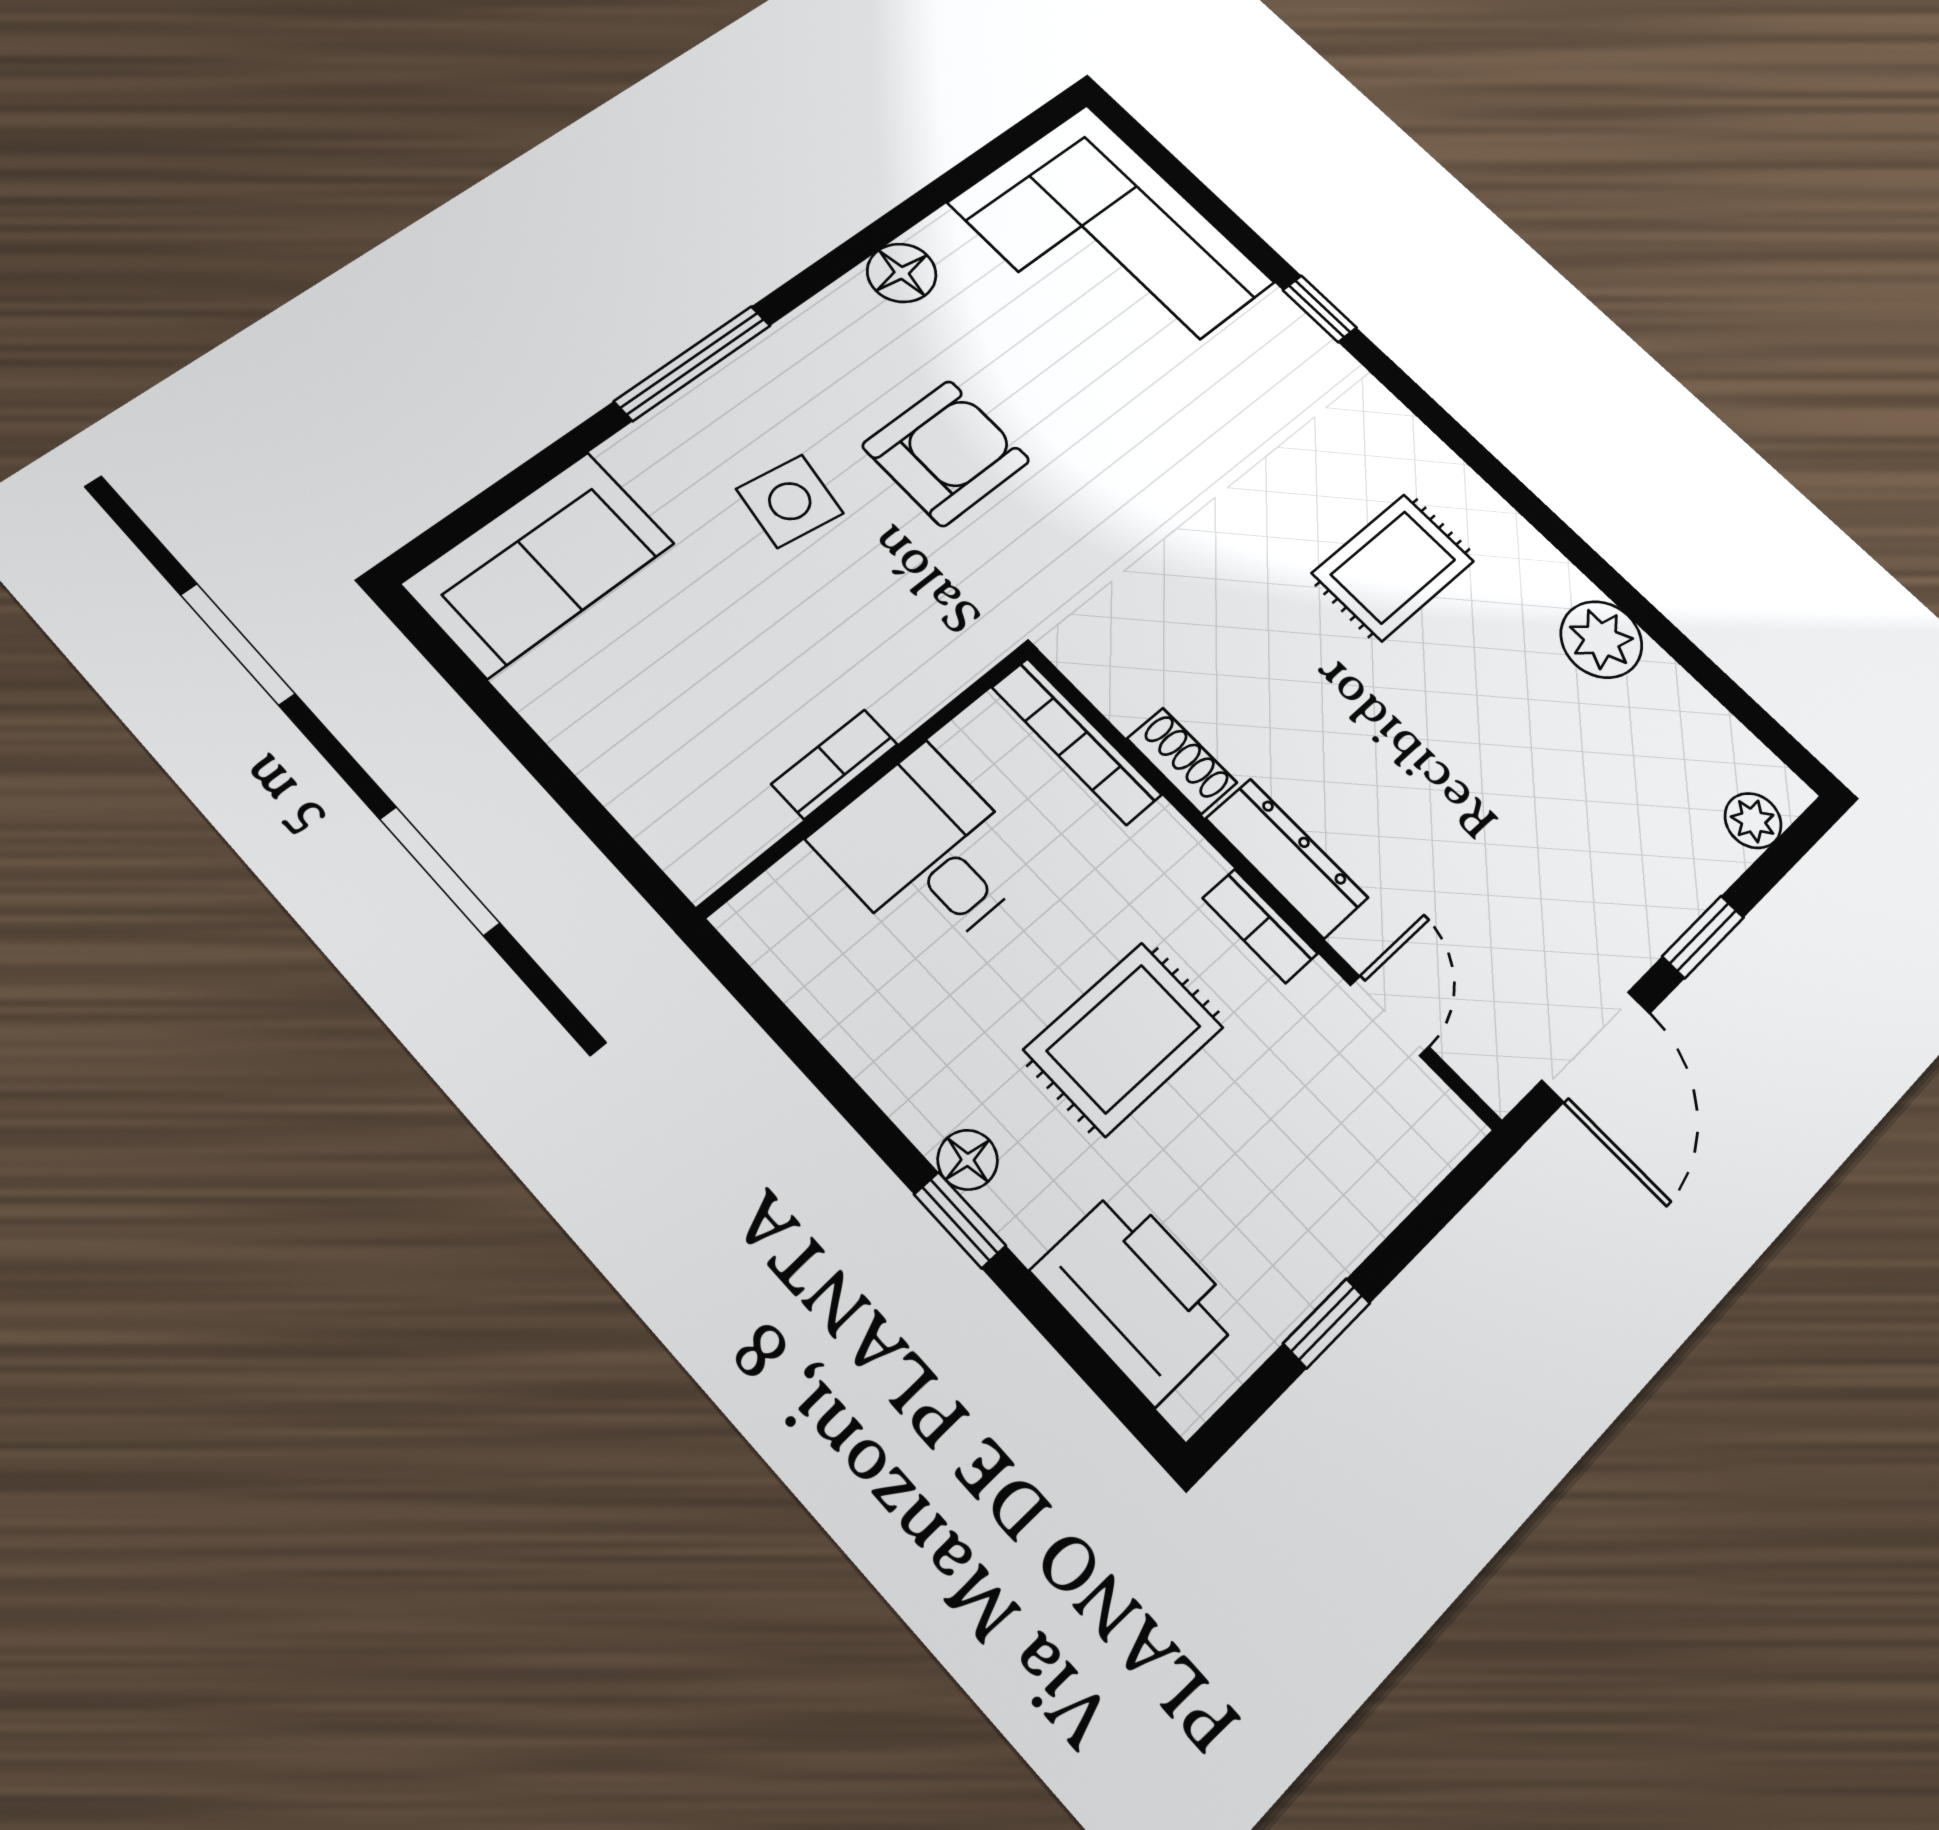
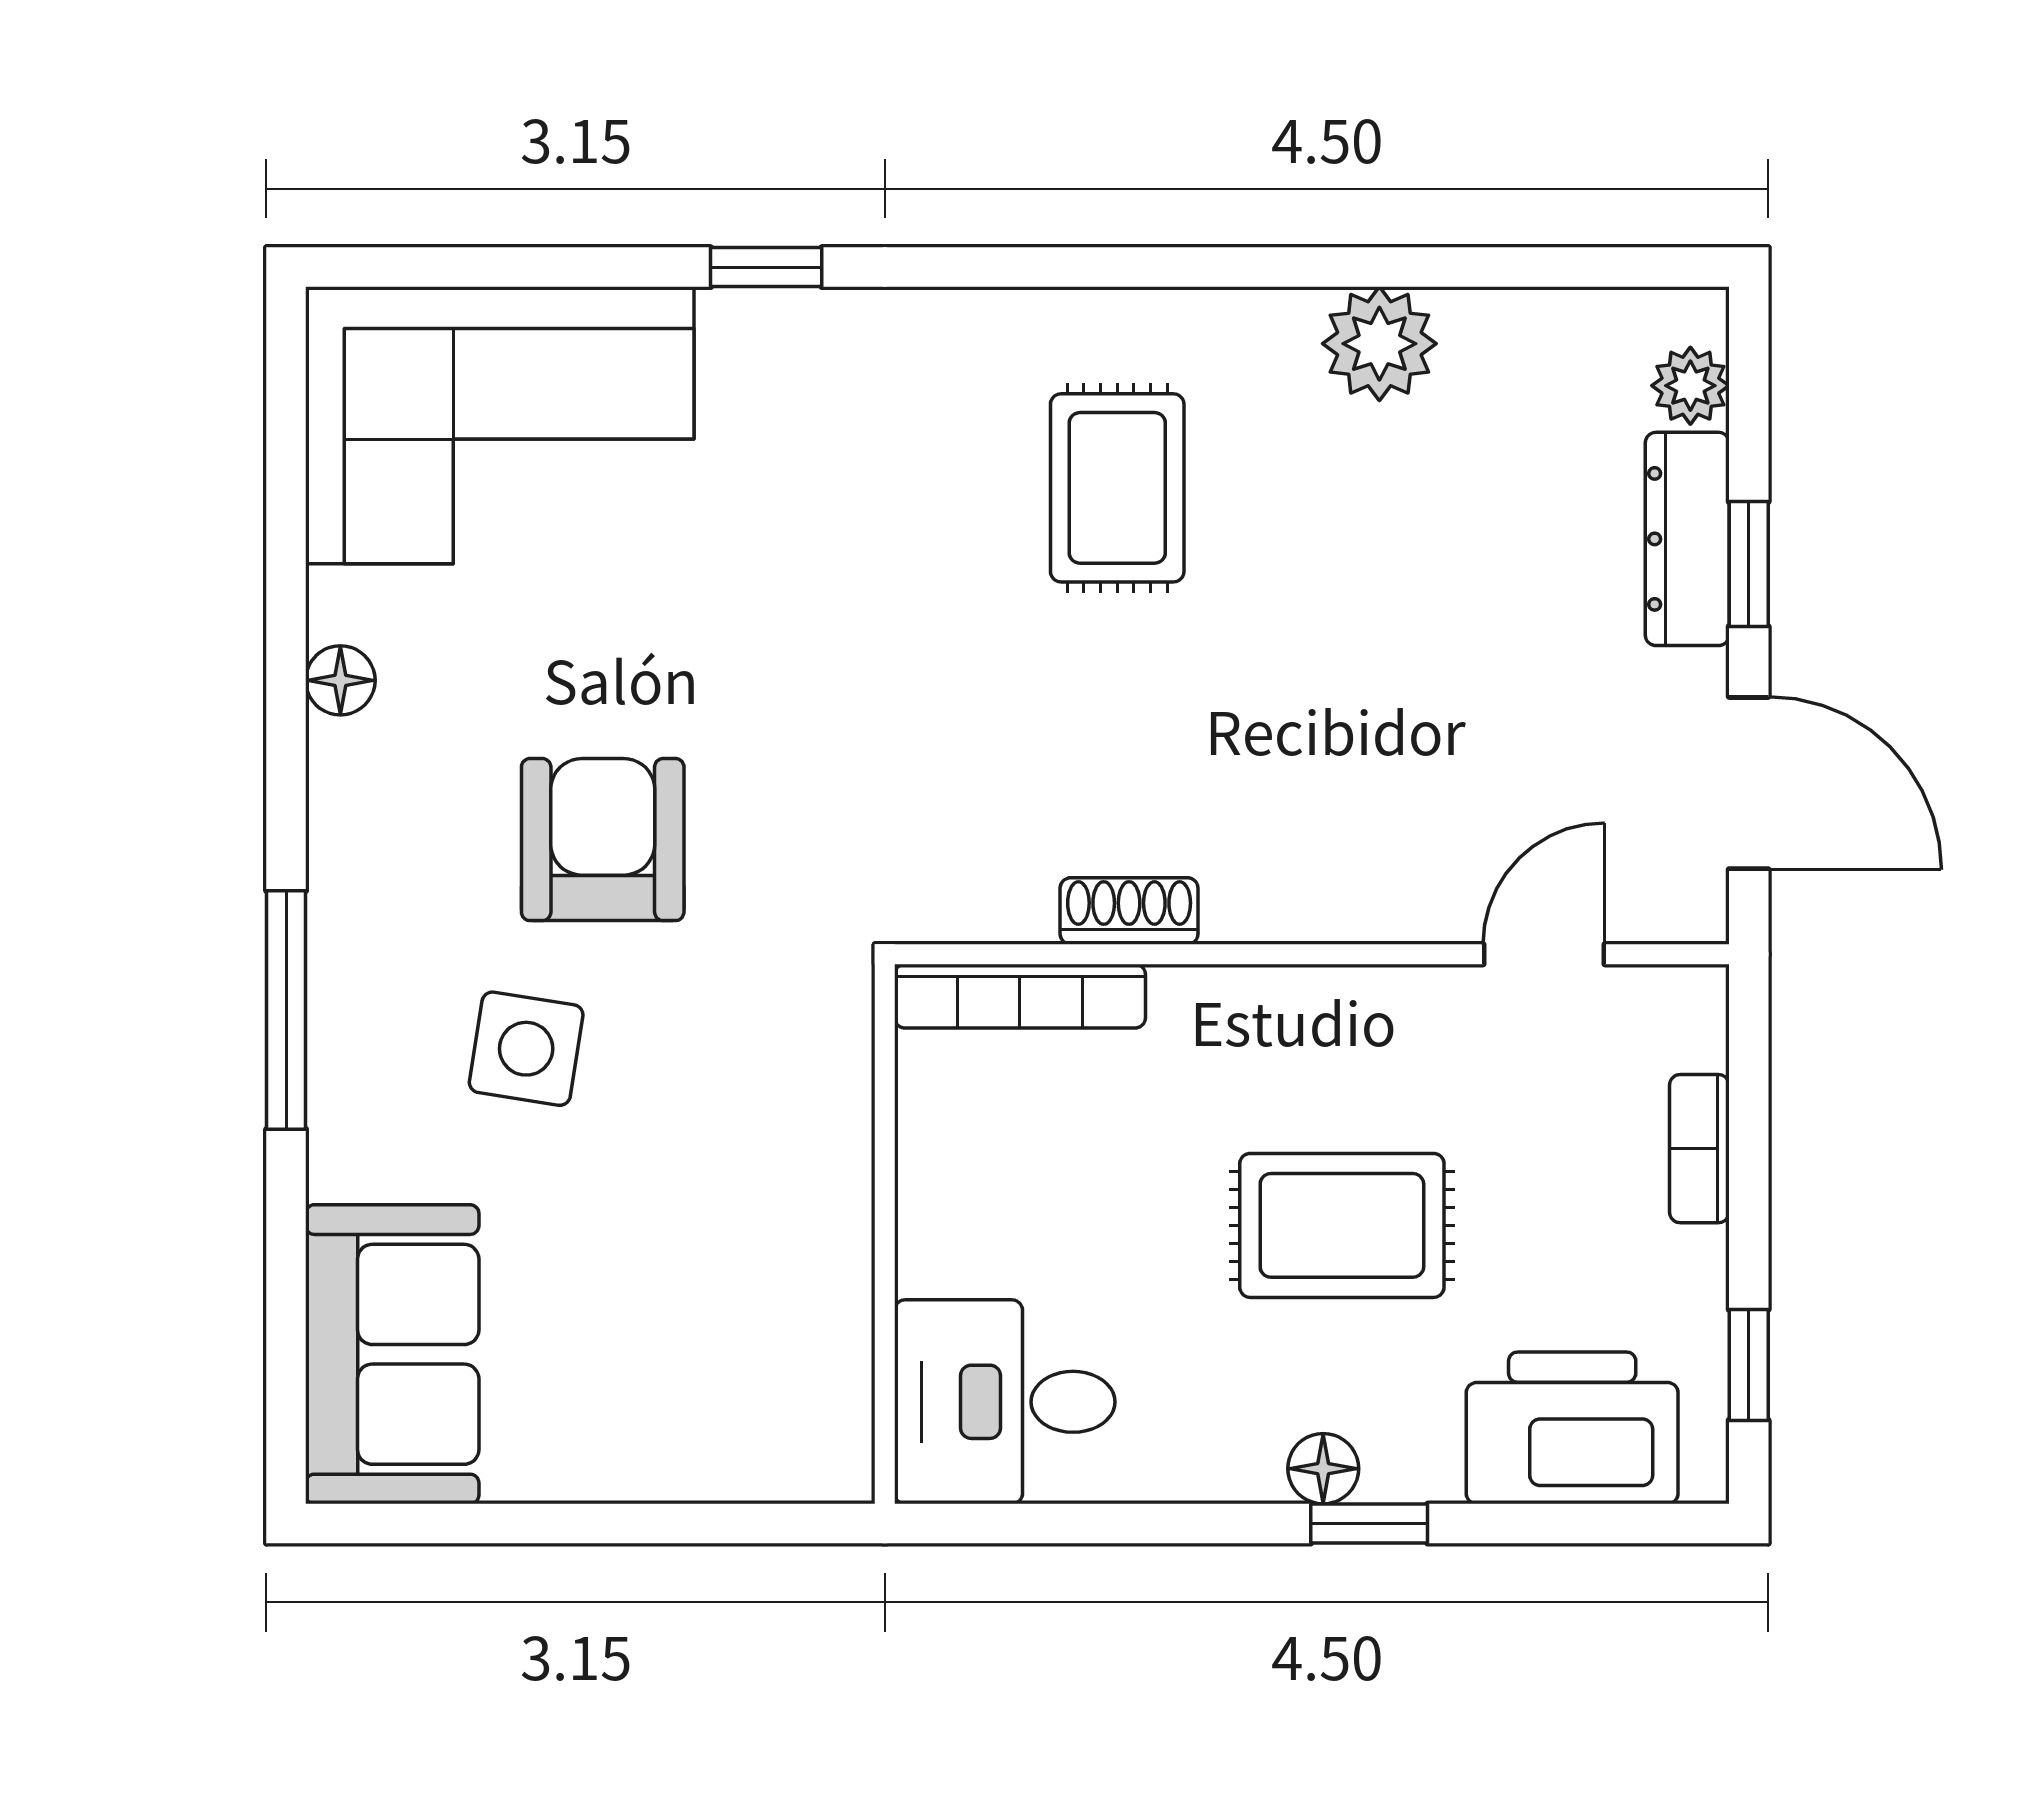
floor lamp: (902, 273) -> (340, 680), width x0.73, depth x0.73
bookcase: (835, 764) -> (844, 1252), removed
desk: (925, 852) -> (1005, 1402), moved
dresser: (1287, 858) -> (1687, 539), moved, turned -90
bookcase: (1260, 926) -> (1699, 1149), moved, turned 90
door: (1390, 1016) -> (1544, 954), hinge flipped
rug: (1124, 1038) -> (1342, 1225), turned 90
window: (1327, 1323) -> (1749, 1365), moved

